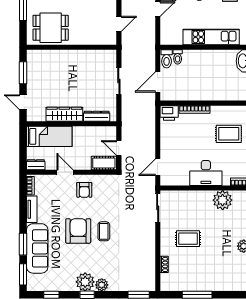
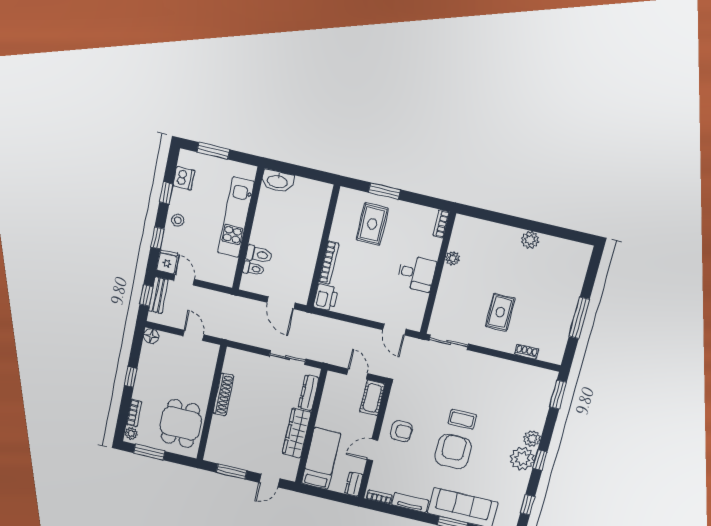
shoe rack: (80, 55) -> (223, 394), added
toilet: (167, 59) -> (259, 254), moved
sliding door: (119, 81) -> (288, 358), moved
door: (119, 148) -> (357, 374), swing flipped
desk: (206, 173) -> (416, 273), width x0.73
plant: (223, 200) -> (452, 258), width x0.53, depth x0.53
armchair: (78, 231) -> (453, 452), turned 90

